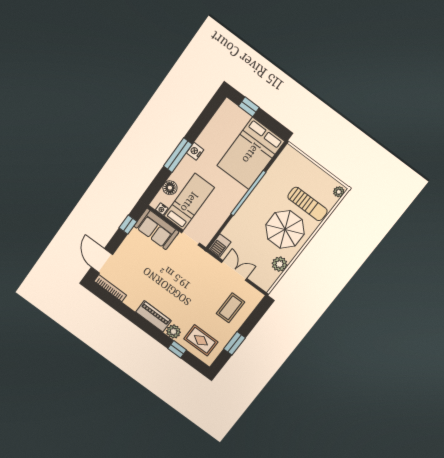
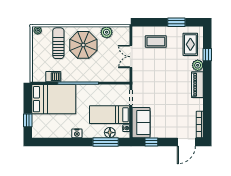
window: (178, 155) -> (106, 142), moved
barbecue: (220, 246) -> (53, 77), moved

